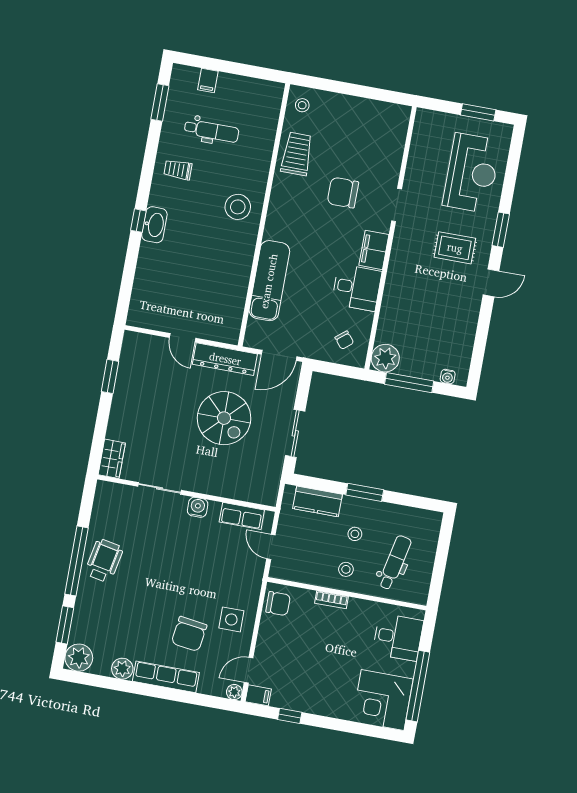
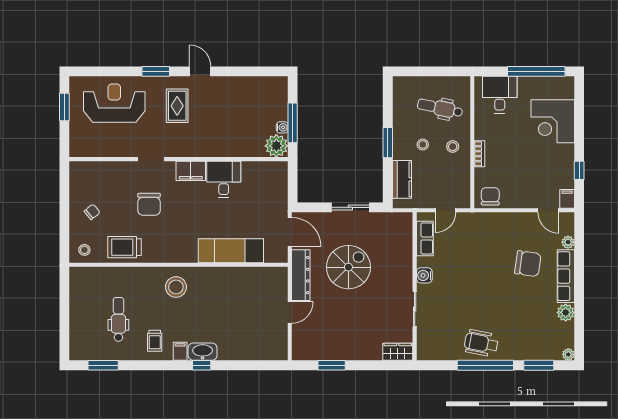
filing cabinet: (208, 81) -> (180, 351), moved, turned -90
chair: (344, 340) -> (92, 212), moved
water cooler: (448, 377) -> (282, 127), moved
side table: (231, 619) -> (510, 232), removed
plant: (79, 658) -> (568, 354), width x0.53, depth x0.53
plant: (234, 692) -> (568, 242), moved
corner desk: (383, 700) -> (553, 121), moved, turned 90

